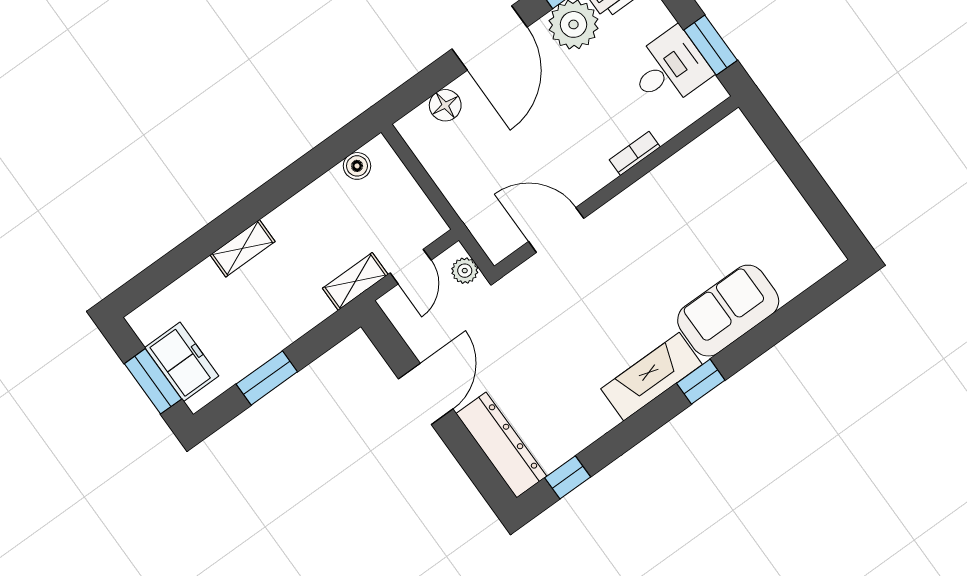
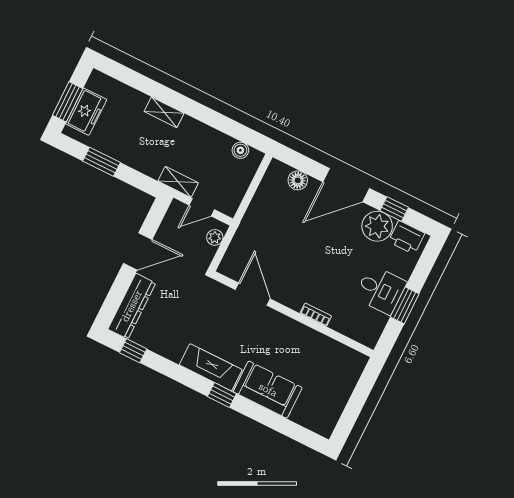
bookcase: (635, 153) -> (316, 315), moved
wall: (616, 187) -> (293, 314), moved
door: (556, 230) -> (253, 294), moved

